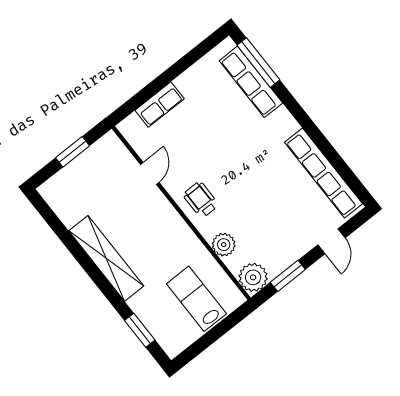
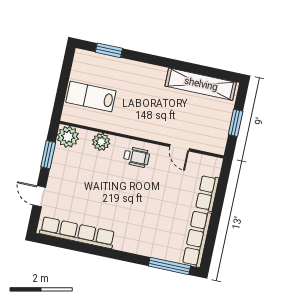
row of seats: (251, 82) -> (197, 239), moved, turned -90
shelving: (106, 258) -> (201, 84), moved
lab bench: (196, 299) -> (91, 97), turned 180

